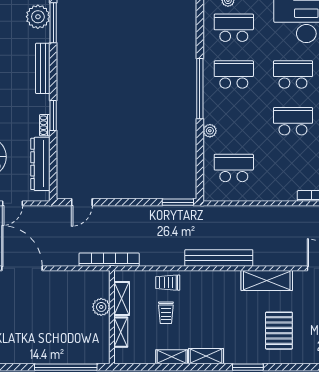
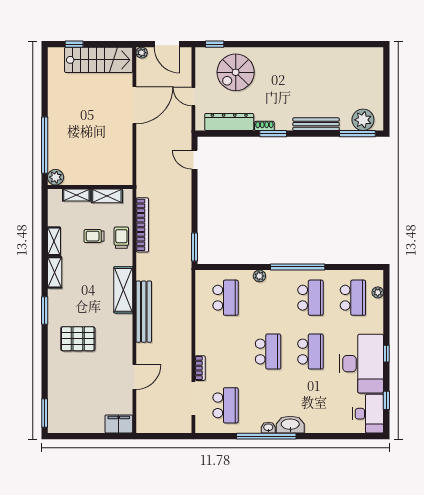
bench: (219, 258) -> (144, 312), moved
bookcase: (109, 260) -> (142, 225), moved
shelving: (267, 281) -> (123, 290), moved
plant: (101, 307) -> (56, 177), moved

